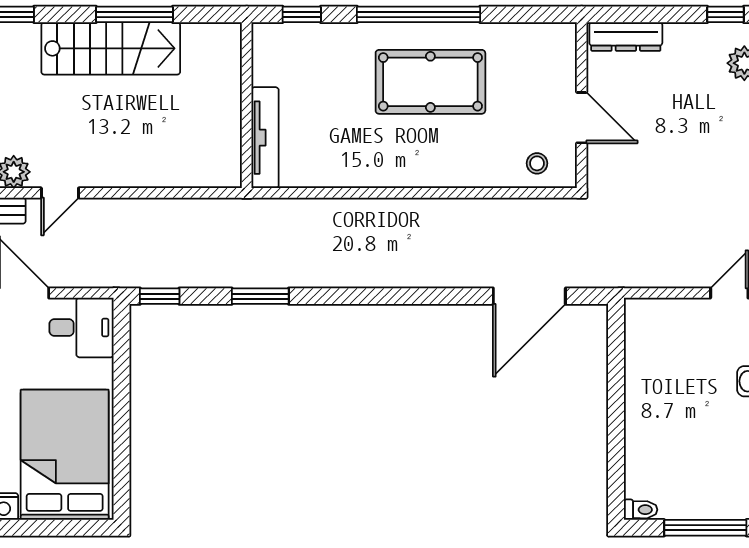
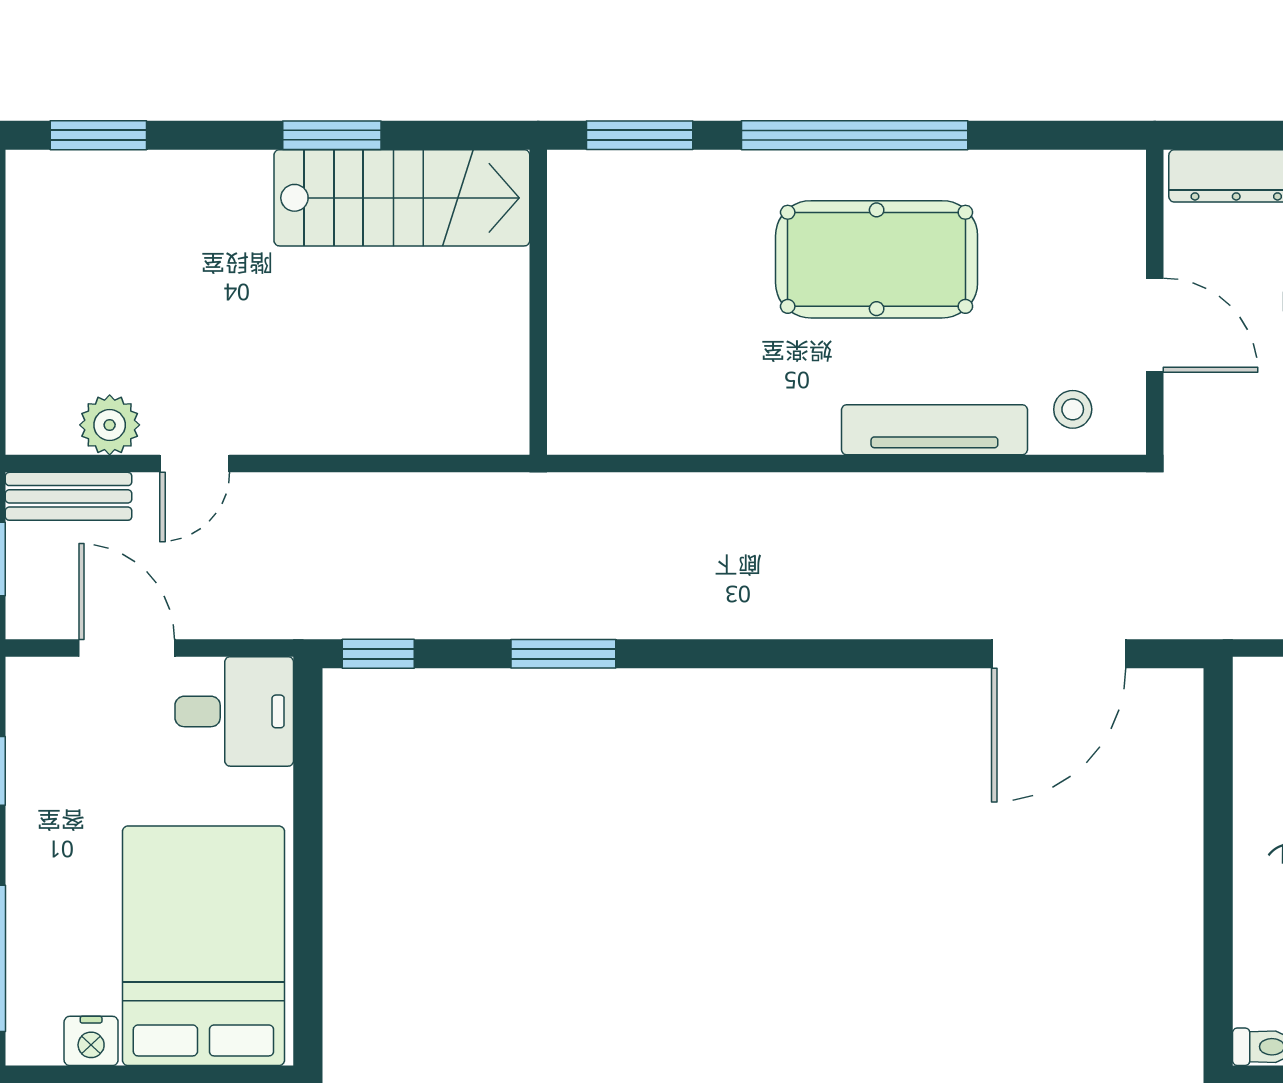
window: (134, 14) -> (332, 135), width x0.69
window: (302, 14) -> (640, 135), width x1.50
stairs: (111, 48) -> (402, 198), moved
tv unit: (265, 138) -> (934, 430), moved, turned -90

